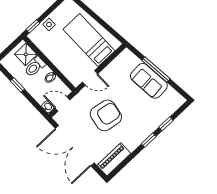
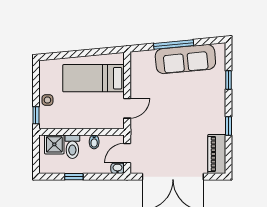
sofa: (149, 81) -> (185, 59), width x1.36
armchair: (106, 115) -> (172, 125), removed
window: (149, 140) -> (228, 126), moved

